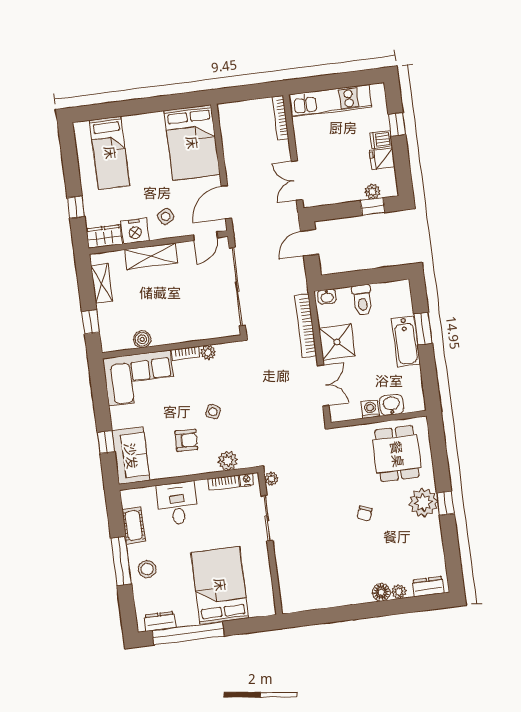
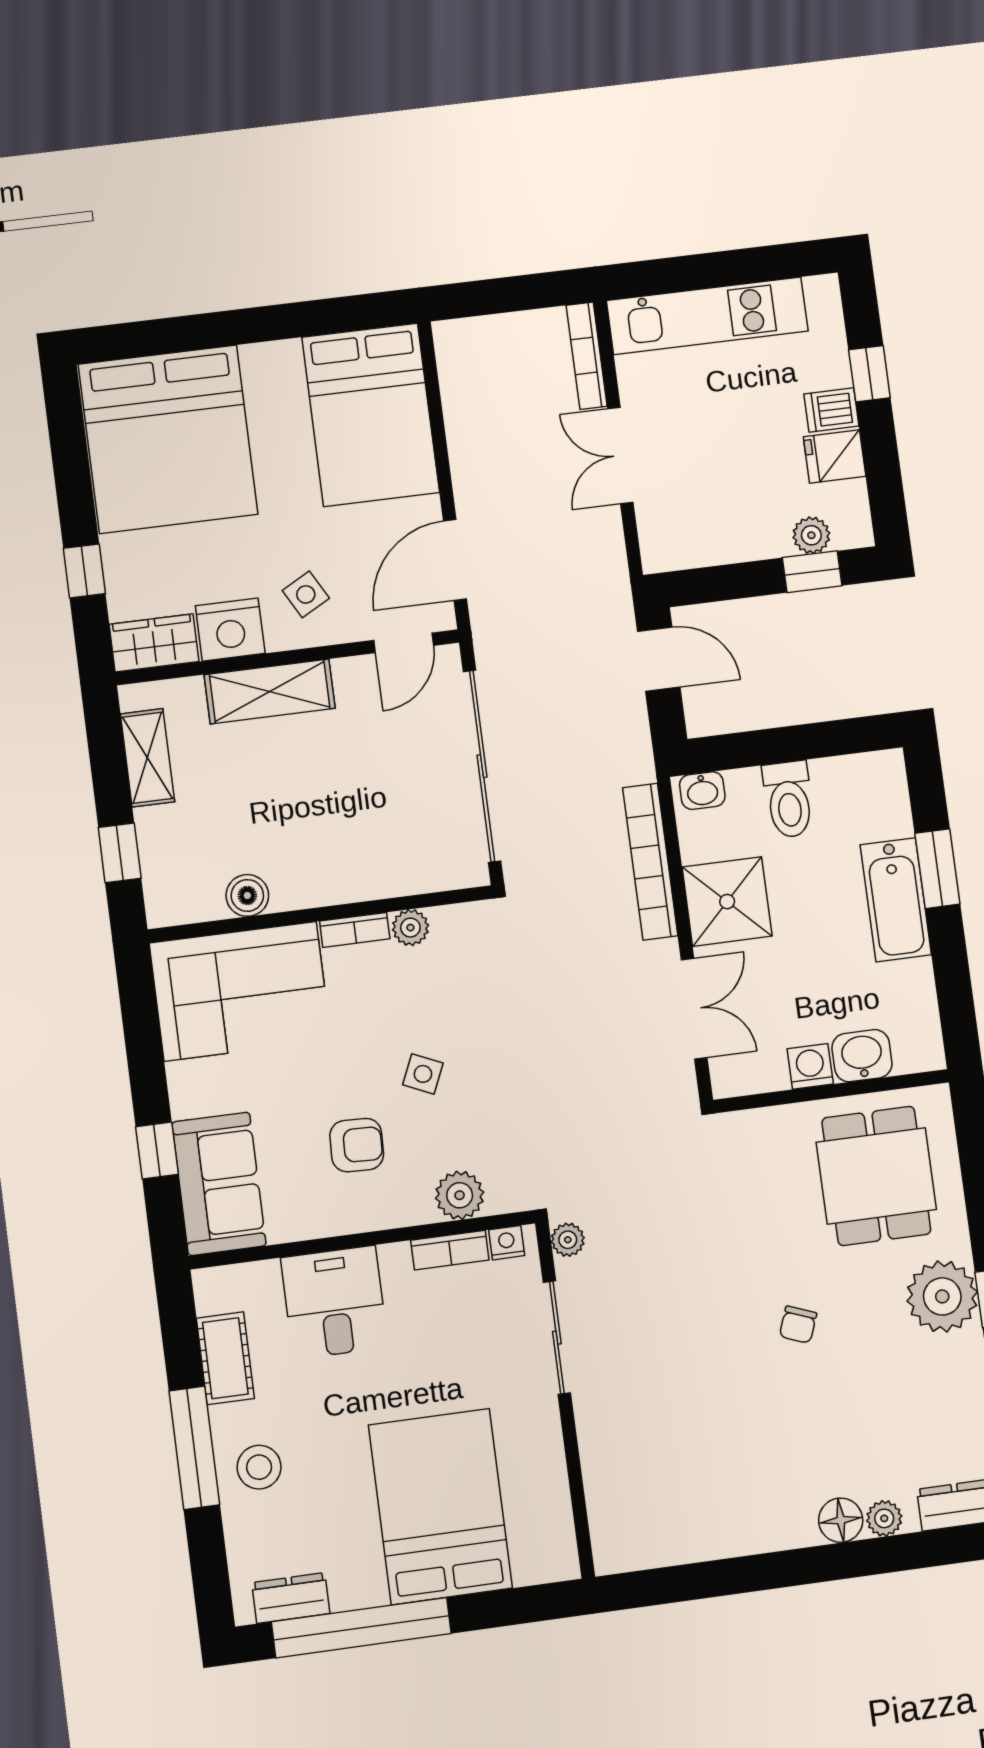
bed: (110, 153) -> (168, 439), width x2.04
double door: (297, 180) -> (620, 456), moved
door: (309, 243) -> (659, 659), swing flipped

